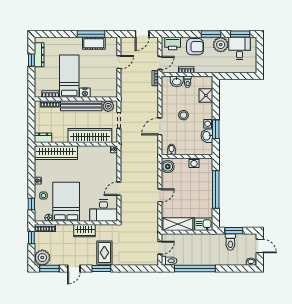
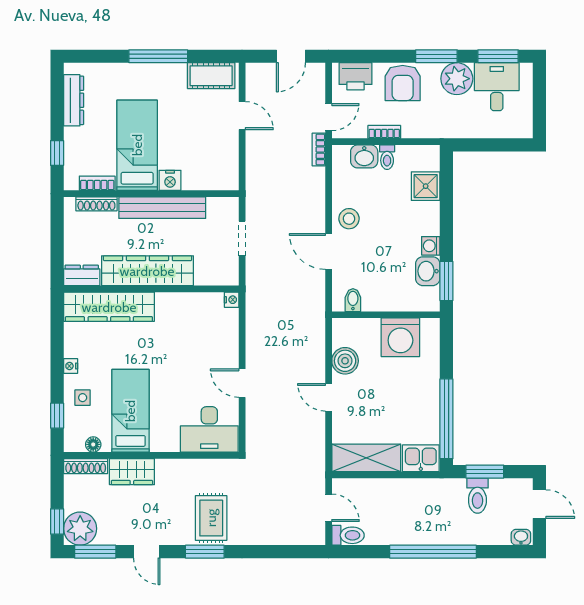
window: (91, 34) -> (158, 56), moved
cot: (94, 43) -> (211, 76), moved
armchair: (195, 47) -> (403, 83), turned 90
window: (31, 60) -> (57, 153), moved
door: (119, 62) -> (242, 116), hinge flipped
plant: (108, 106) -> (219, 209), removed
stool: (183, 115) -> (349, 219), moved
door: (160, 126) -> (329, 251), hinge flipped
window: (216, 129) -> (446, 281), moved
wardrobe: (90, 136) -> (147, 271), moved
washing machine: (194, 163) -> (400, 337), width x1.89, depth x1.89
boiler: (168, 167) -> (345, 361), moved
door: (119, 189) -> (242, 383), hinge flipped
window: (216, 189) -> (446, 419), moved
door: (160, 195) -> (329, 397), swing flipped
bed: (66, 202) -> (130, 411), width x0.67
wardrobe: (85, 231) -> (132, 472), moved
window: (31, 238) -> (57, 521), moved
door: (160, 248) -> (329, 508), hinge flipped
door: (74, 268) -> (147, 552), hinge flipped
window: (195, 268) -> (433, 552), moved

